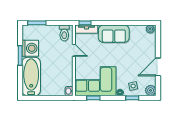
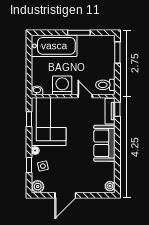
washing machine: (30, 48) -> (62, 85), moved, turned 180
door: (74, 50) -> (85, 96), swing flipped
door: (158, 67) -> (65, 195), swing flipped

